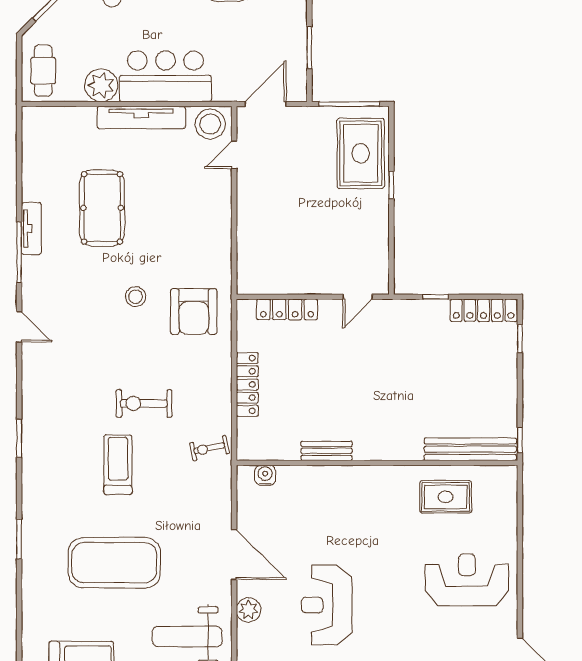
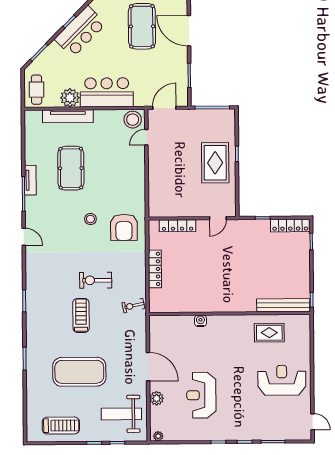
tv unit: (141, 117) -> (68, 116), moved
rug: (361, 153) -> (215, 163), moved
bench: (327, 451) -> (201, 307), removed
water cooler: (265, 475) -> (200, 321), moved

